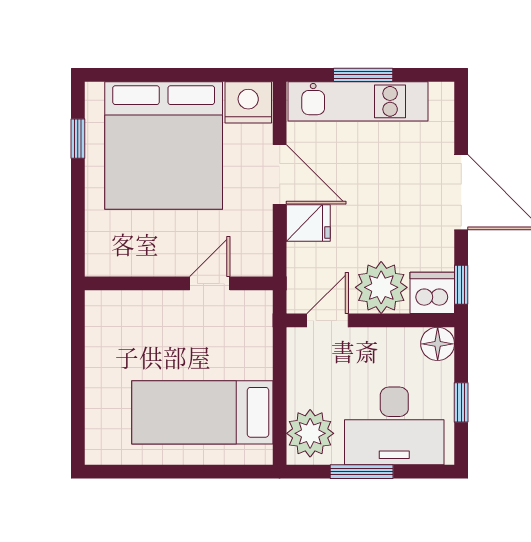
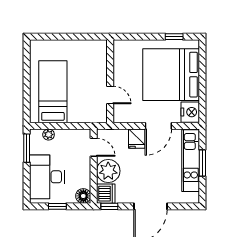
plant: (310, 433) -> (49, 135), width x0.53, depth x0.53
window: (362, 472) -> (27, 148), moved

